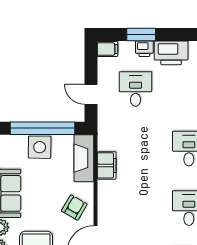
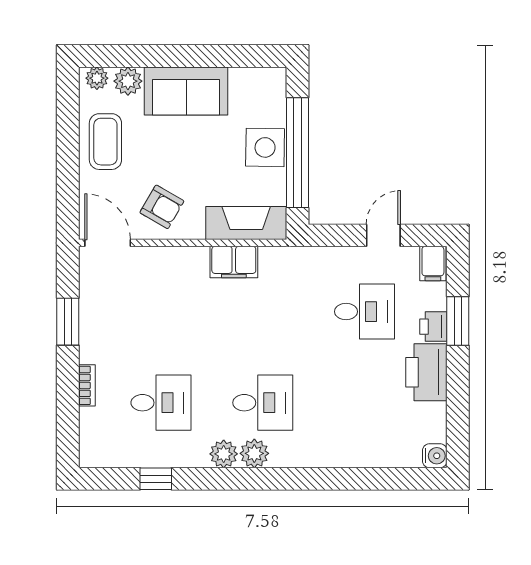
door: (91, 94) -> (383, 235), moved

